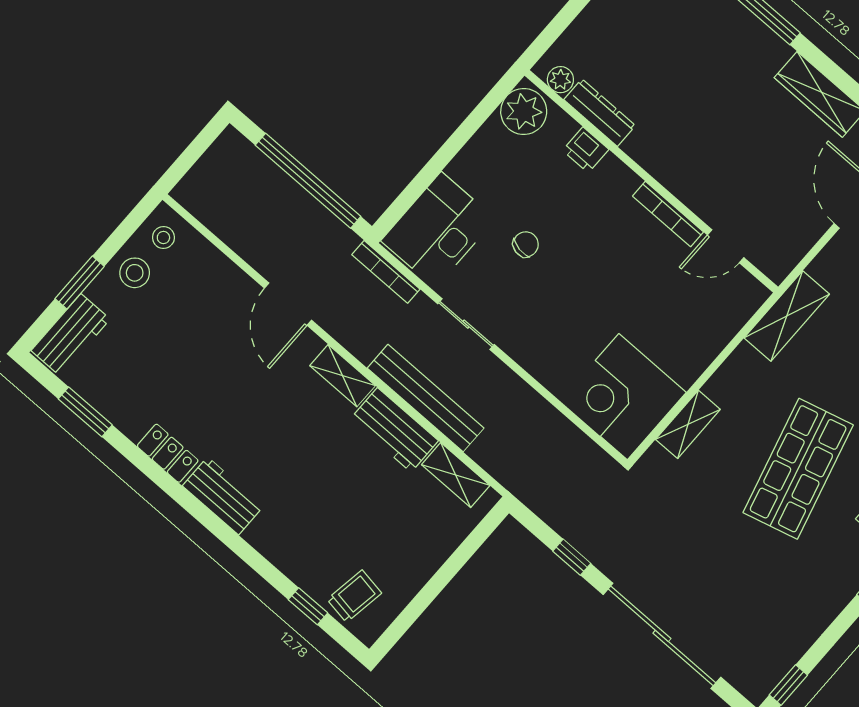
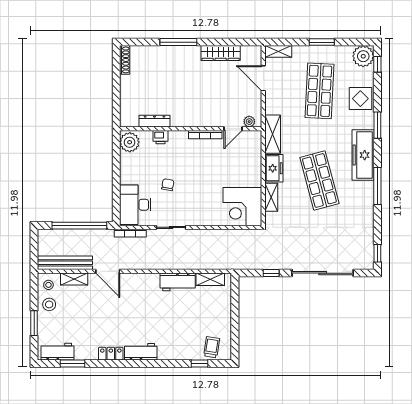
plant: (560, 80) -> (249, 122), moved
workbench: (71, 335) -> (58, 352), moved, turned -90
shelving: (343, 376) -> (74, 279), moved
freezer: (737, 378) -> (274, 168), added
bench: (426, 398) -> (65, 263), moved

